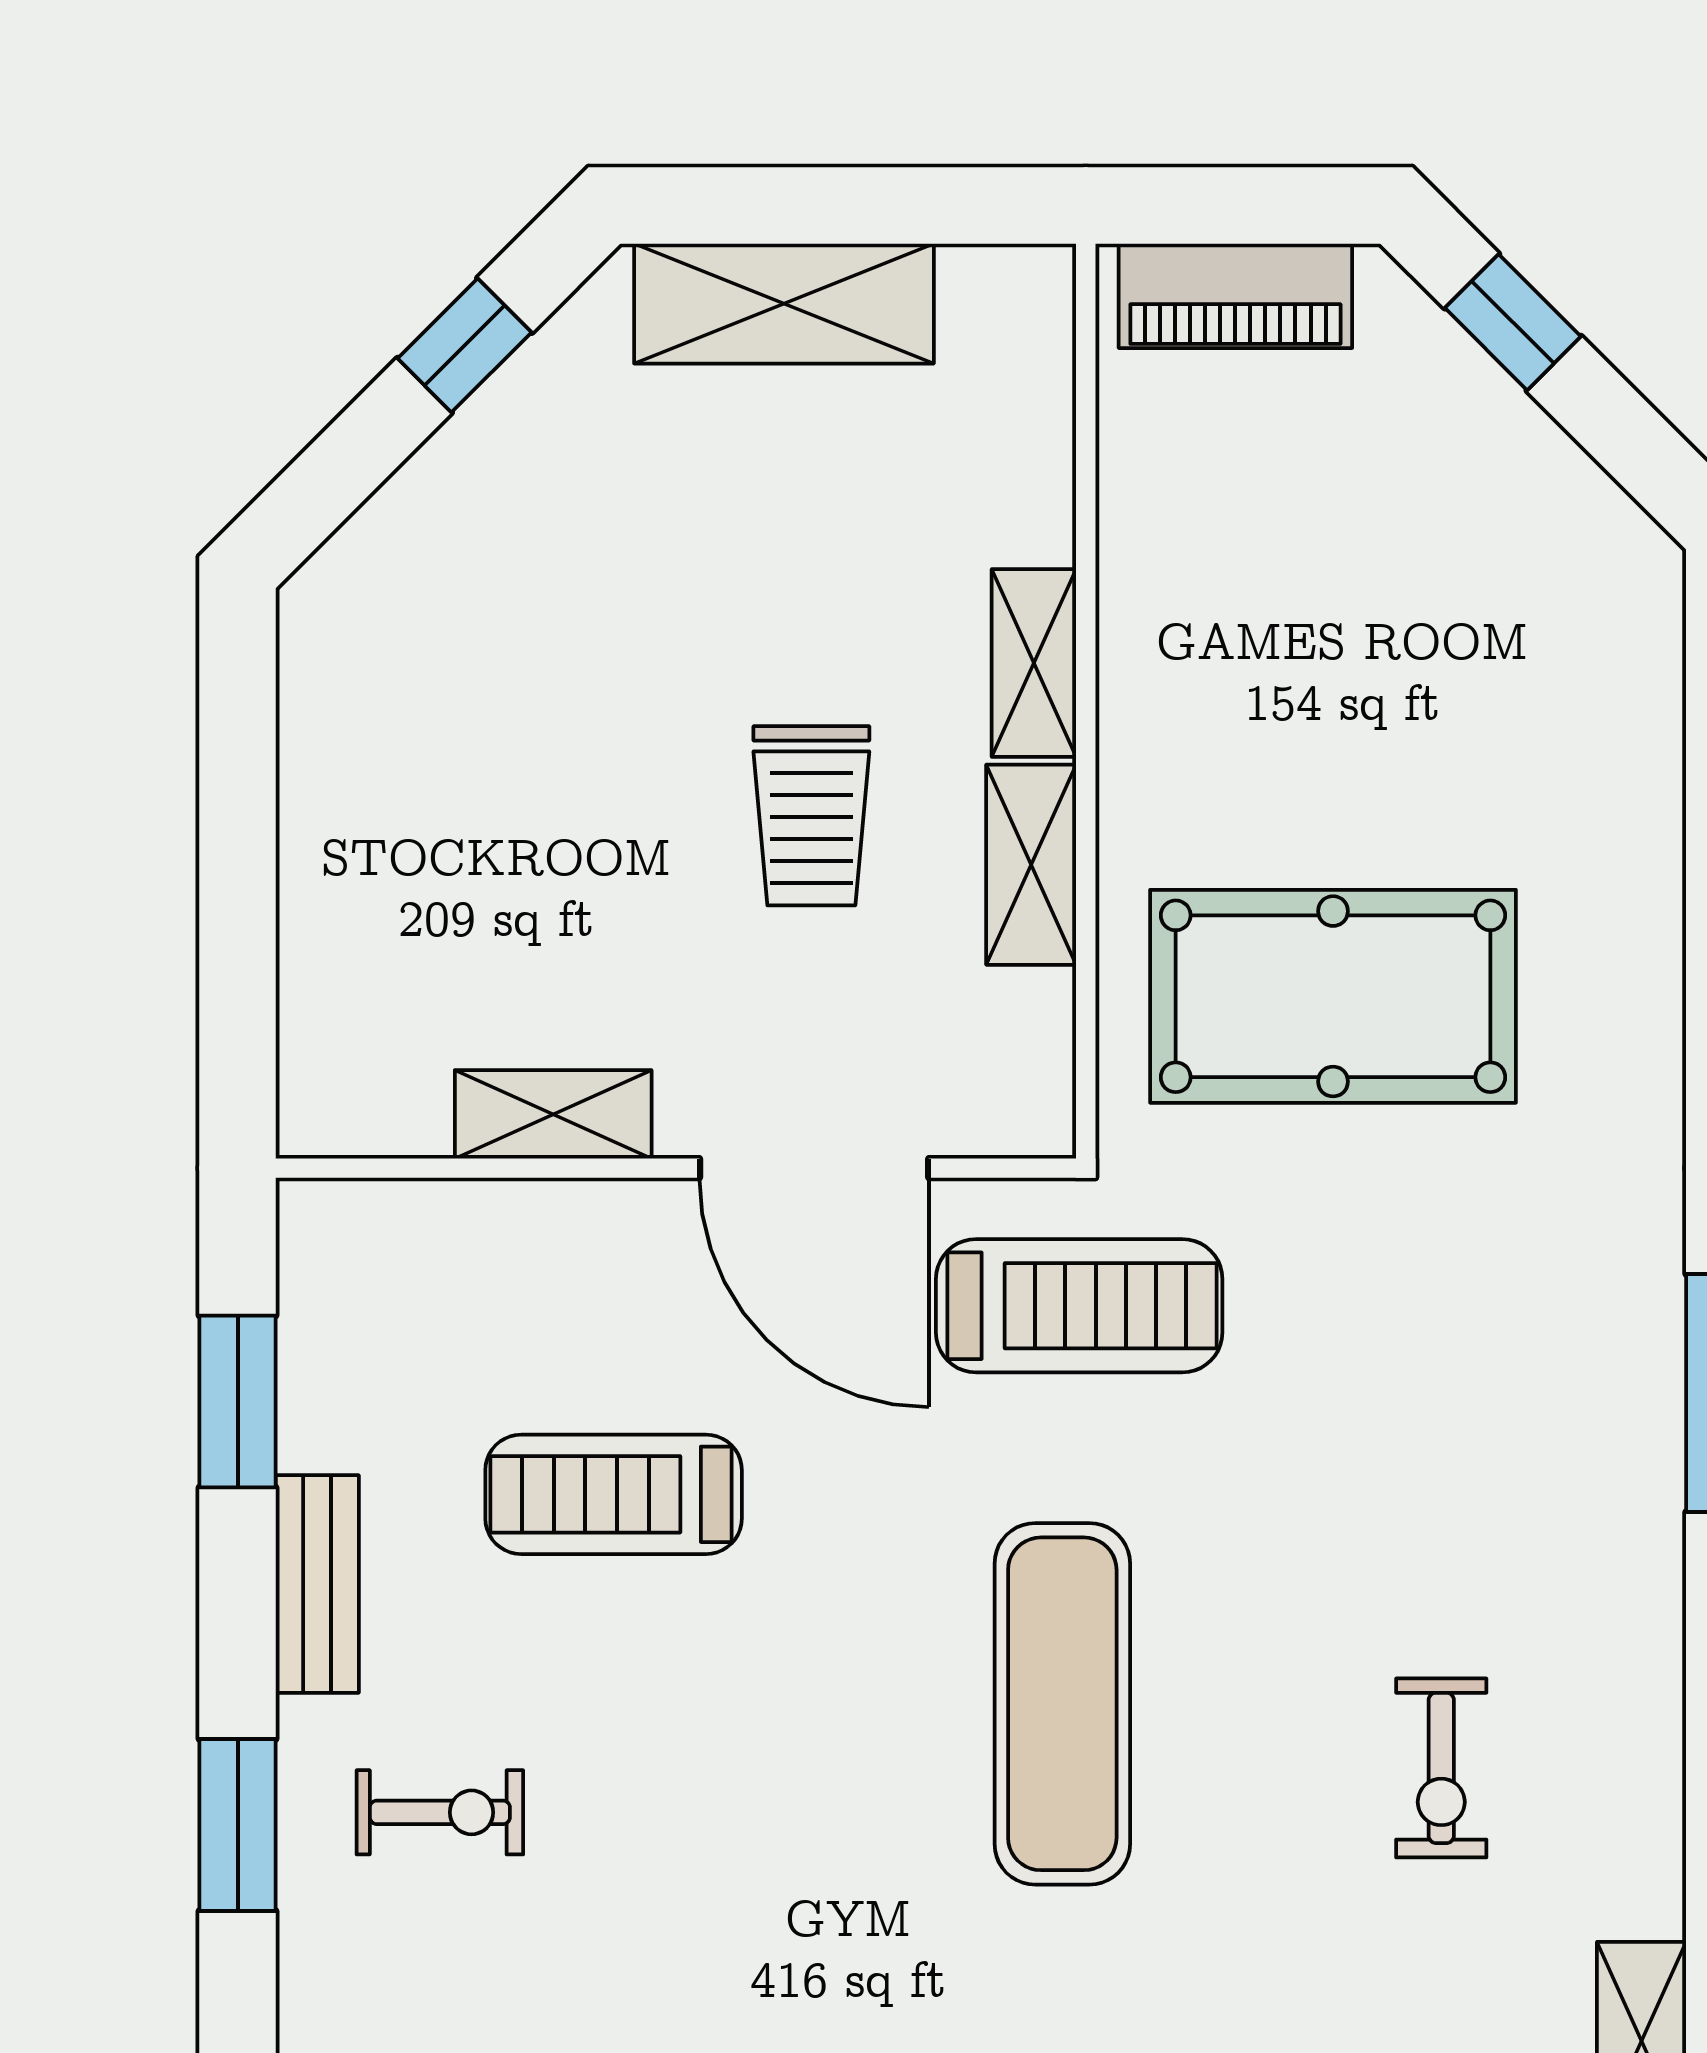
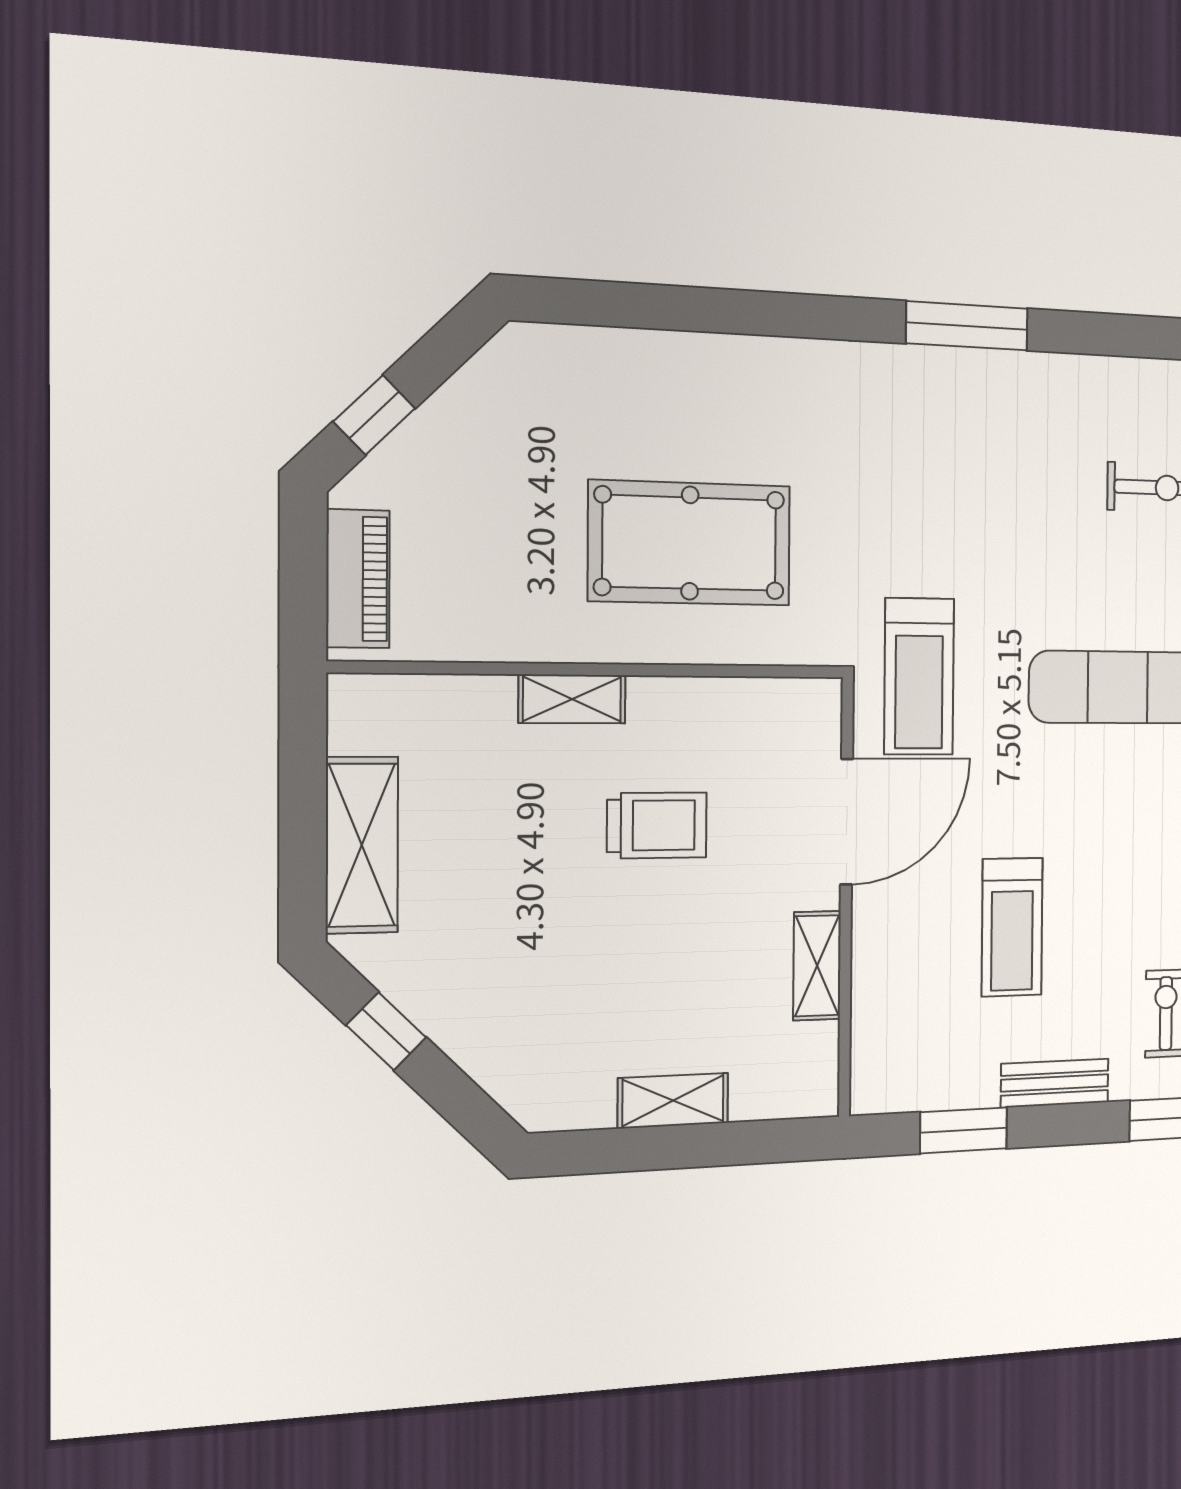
shelving: (1031, 865) -> (673, 1101), moved
pool table: (1333, 996) -> (690, 543), moved, turned 90
treadmill: (1079, 1306) -> (919, 676), turned 180

